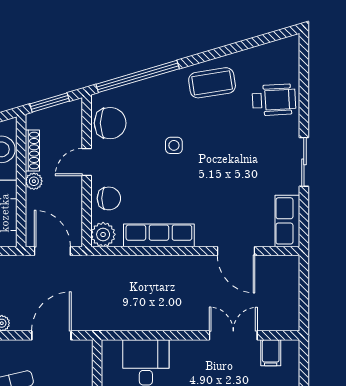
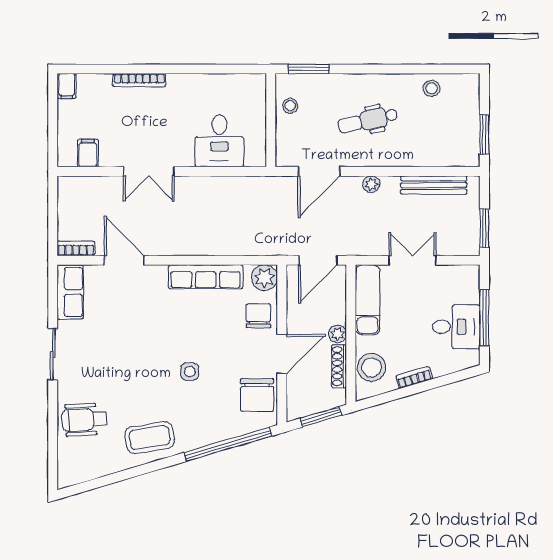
chair: (110, 123) -> (257, 395), turned -90
door: (87, 162) -> (282, 354), width x1.38
chair: (109, 198) -> (258, 316), turned 90
door: (52, 251) -> (318, 260), hinge flipped
bookcase: (282, 262) -> (76, 248), added
double door: (233, 335) -> (149, 171), moved

